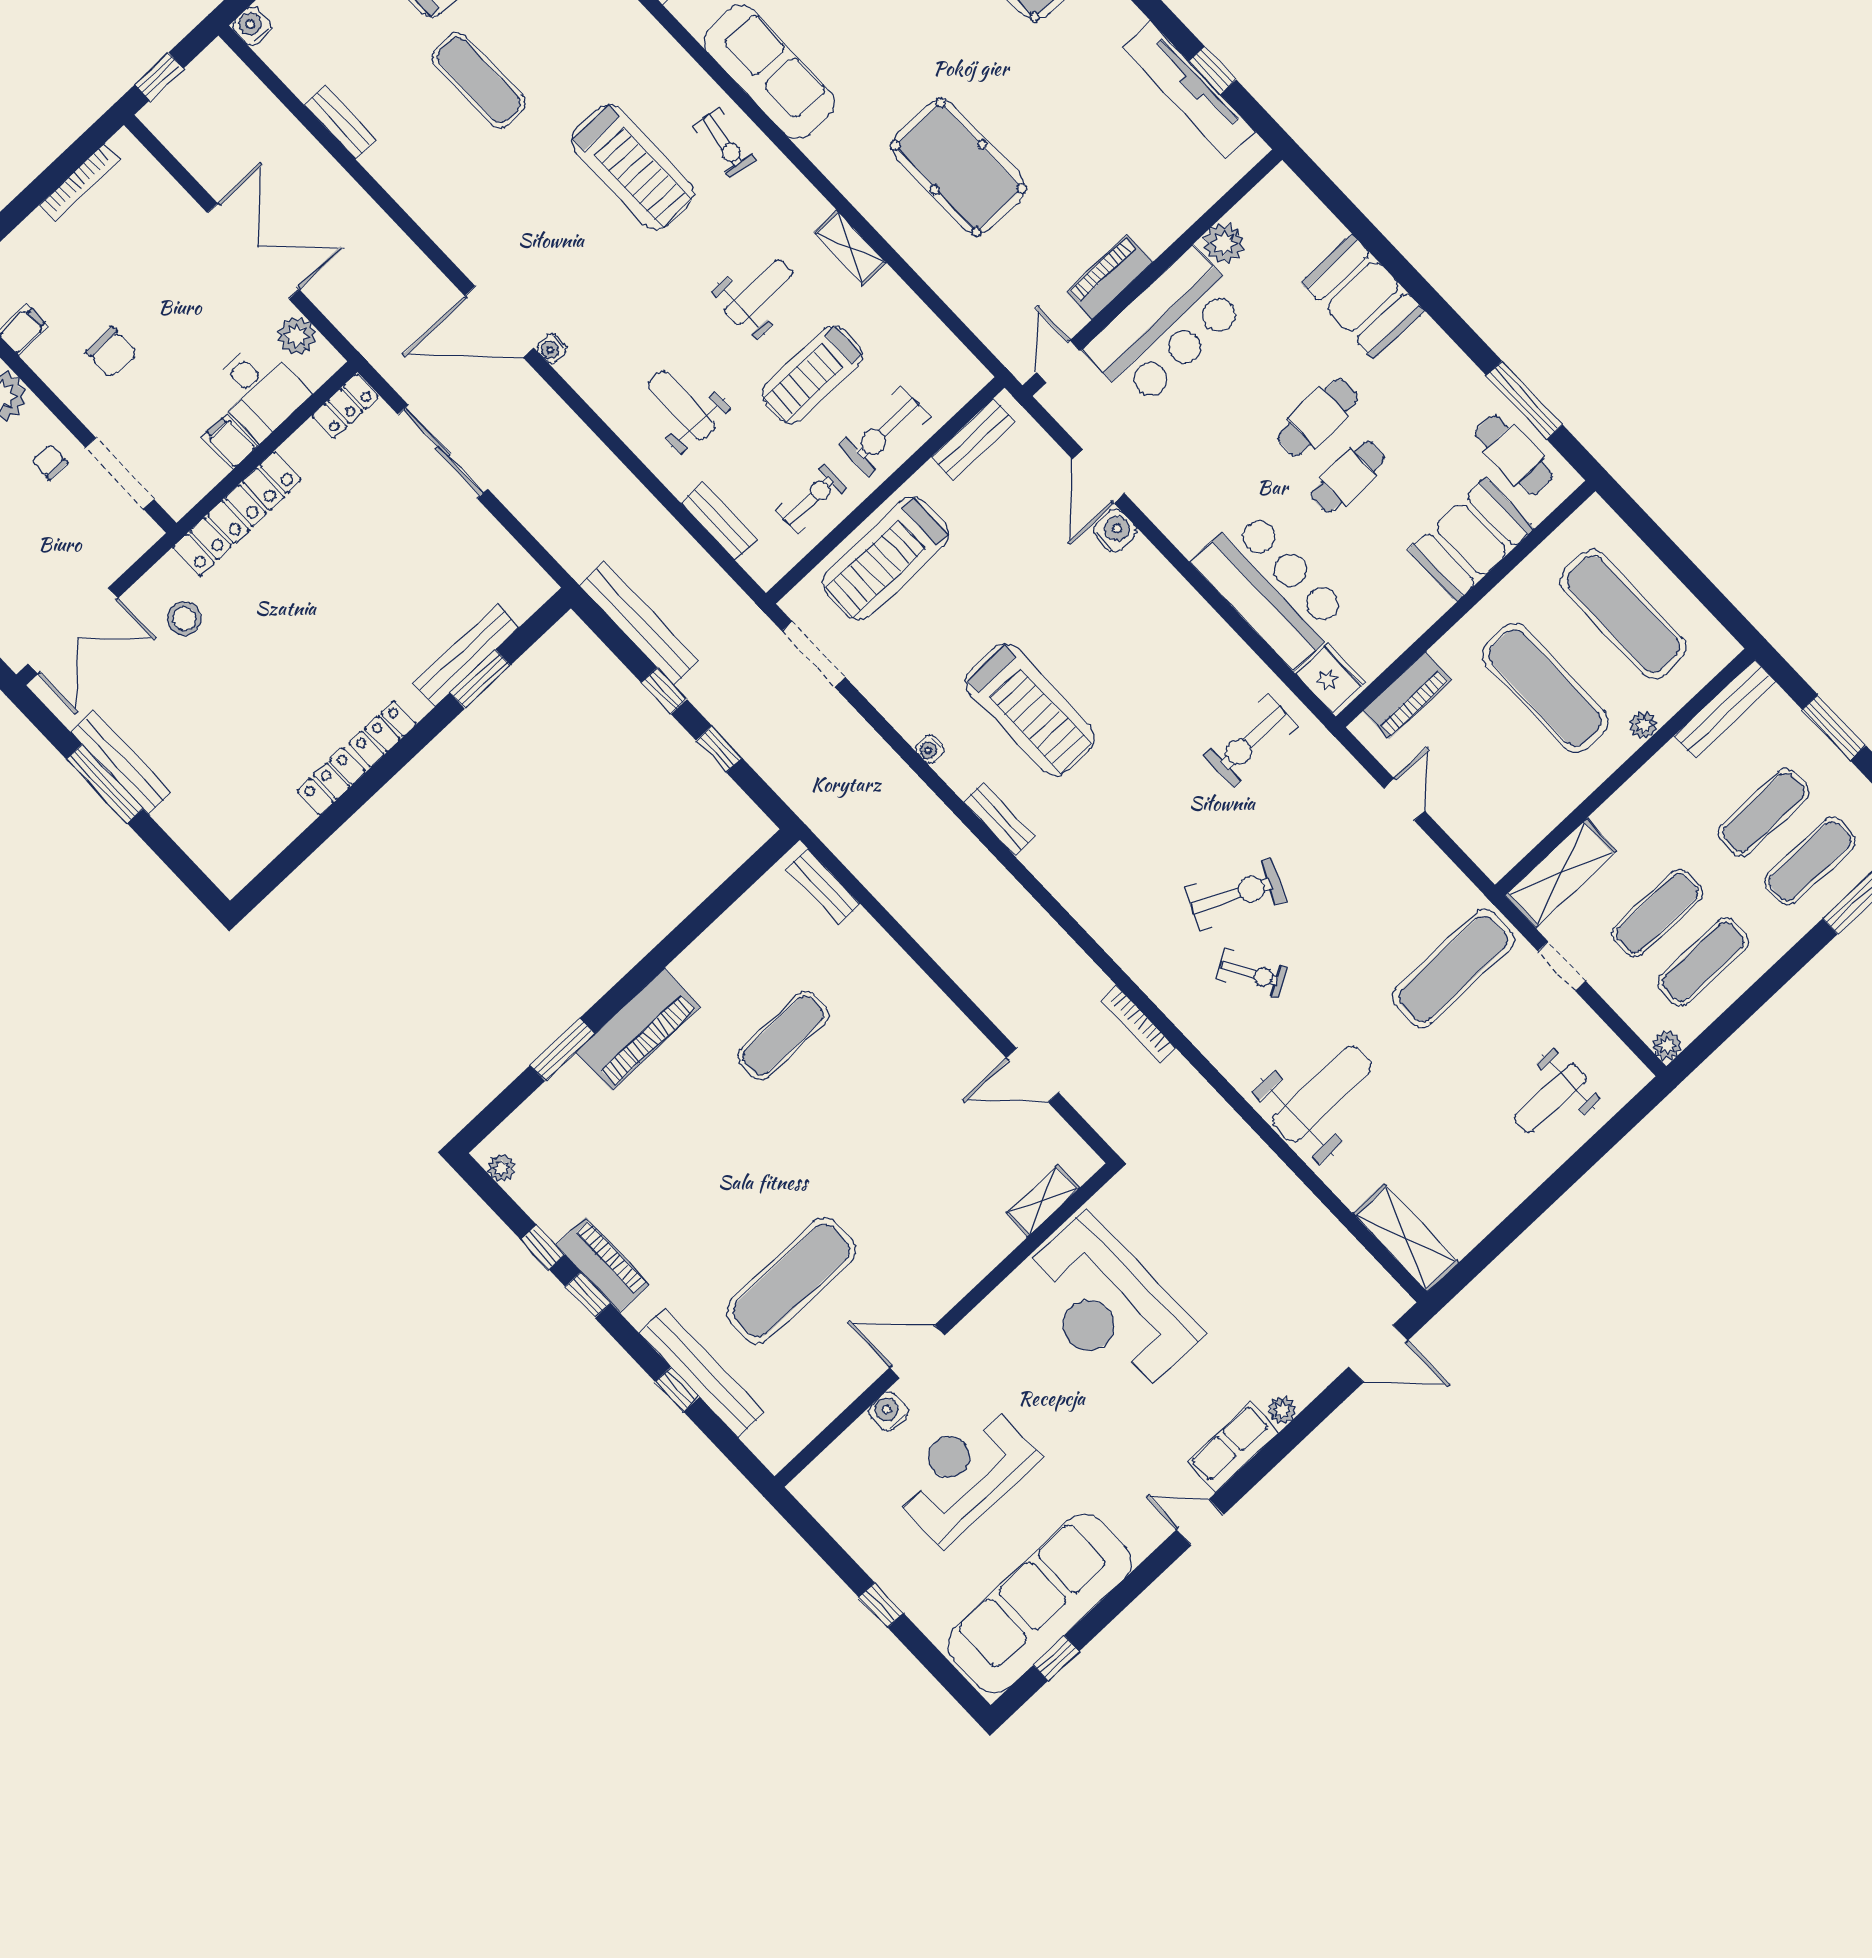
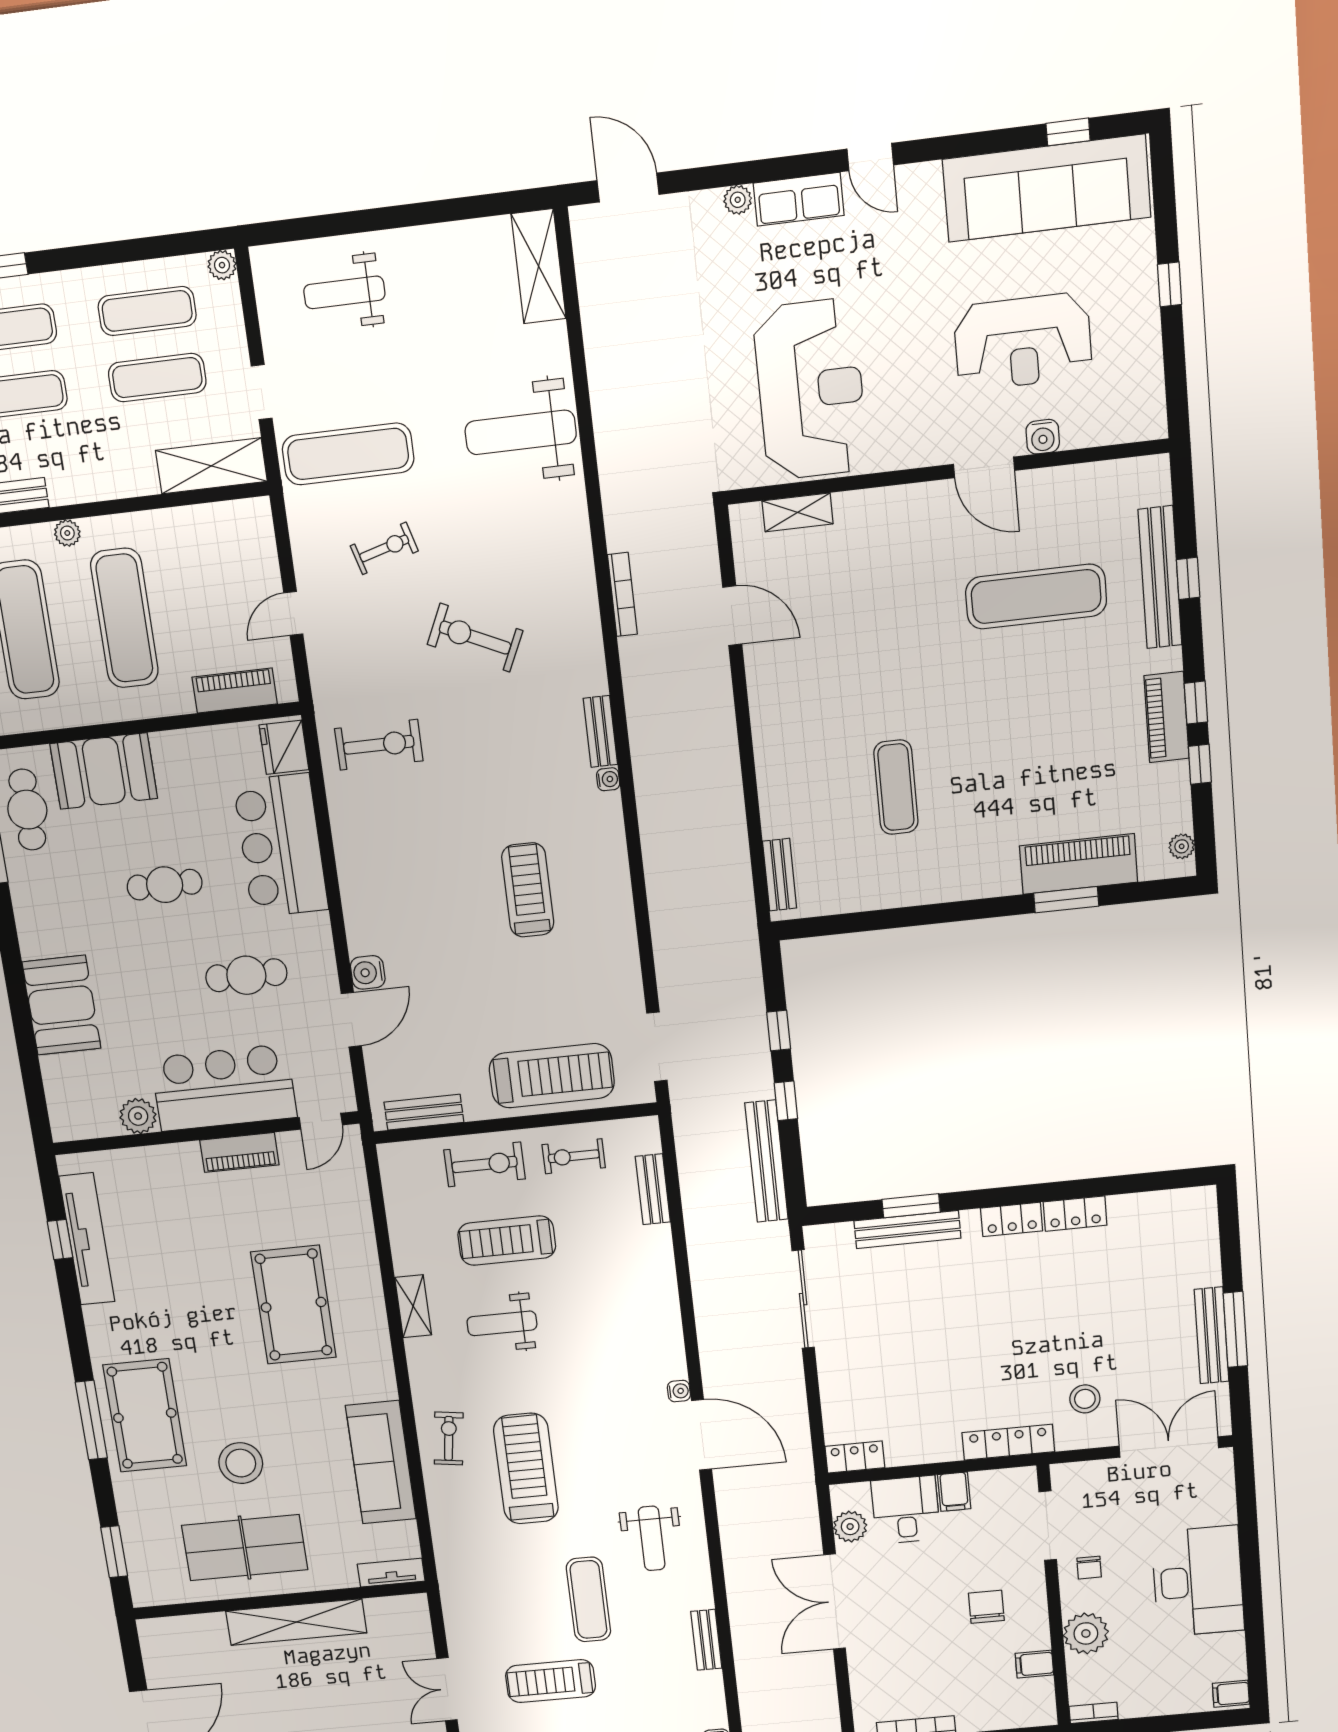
treadmill: (812, 375) -> (507, 1241), turned 180
weight bench: (681, 406) -> (652, 1538), moved
cafe table: (1318, 417) -> (246, 975), moved
sliding door: (443, 452) -> (803, 1299), moved
locker: (237, 514) -> (1008, 1442), width x0.71, depth x0.83
treadmill: (1030, 710) -> (528, 890), width x0.73, depth x0.73
water cooler: (930, 749) -> (608, 779), moved
bench: (999, 819) -> (600, 731), moved
exercise bike: (1252, 973) -> (384, 548), moved, turned 104
piano: (638, 1029) -> (1079, 864), moved
exercise mat: (783, 1036) -> (896, 787), turned 90
weight bench: (1550, 1099) -> (344, 292), turned 180

